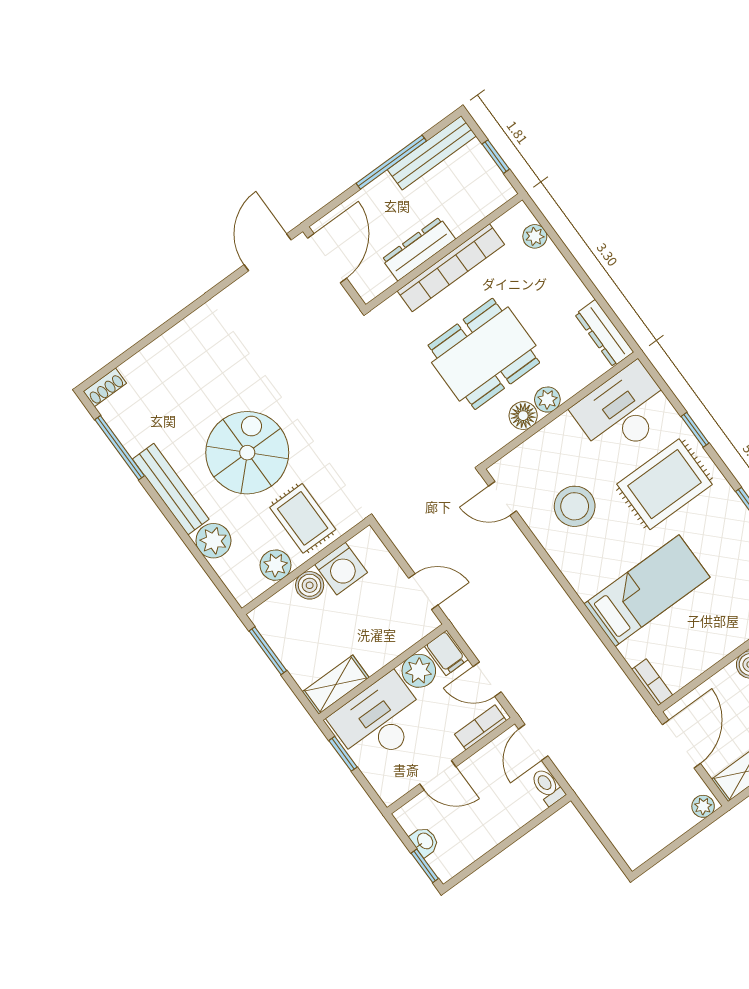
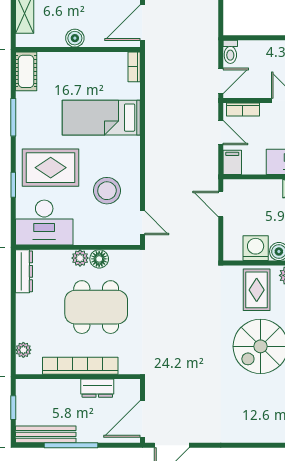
dresser: (419, 249) -> (97, 388), width x0.70
plant: (419, 671) -> (254, 164), removed

